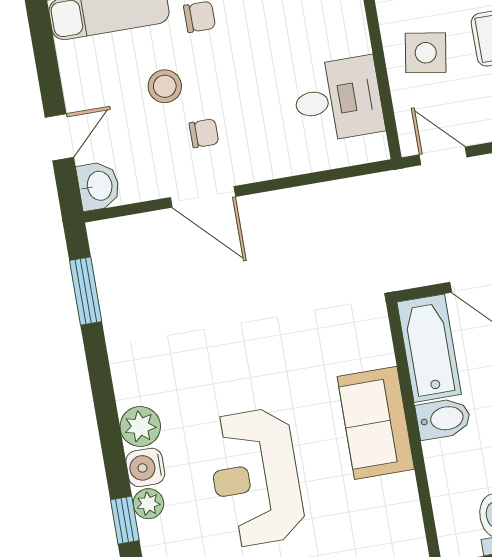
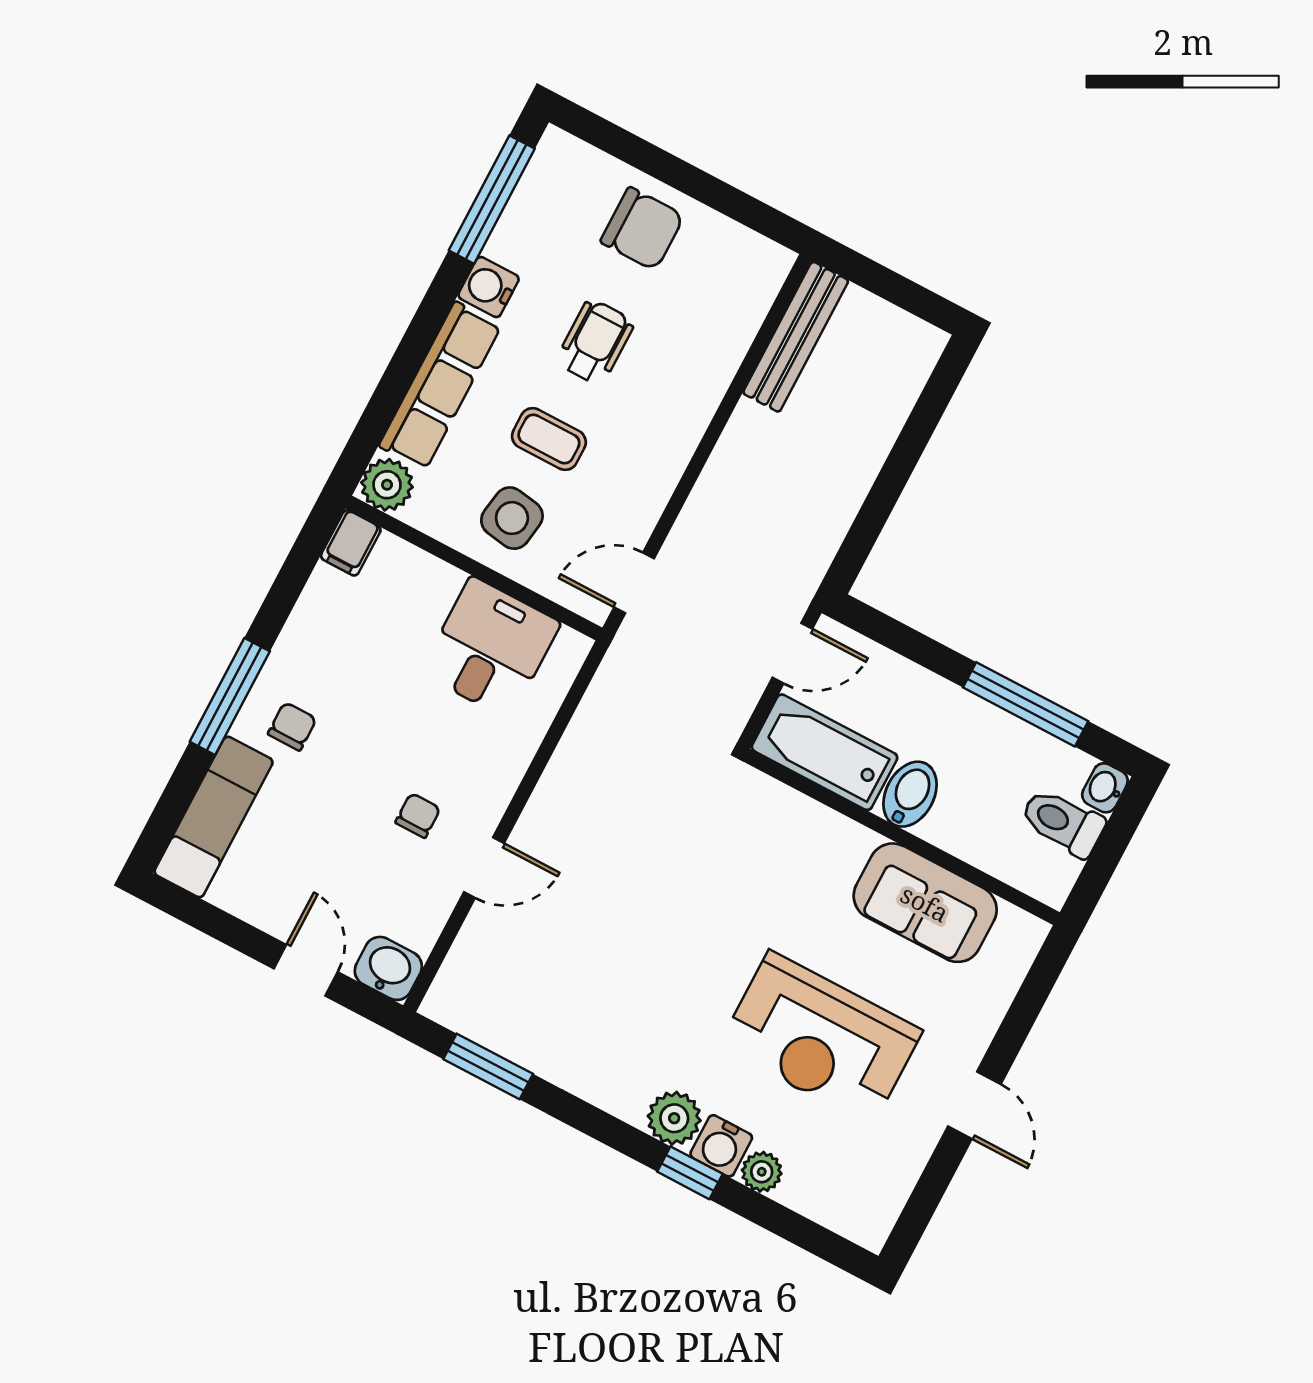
stool: (165, 86) -> (337, 819), removed
door: (203, 197) -> (484, 868), width x0.73
sofa: (376, 423) -> (925, 903), moved
window: (125, 520) -> (690, 1173), moved

